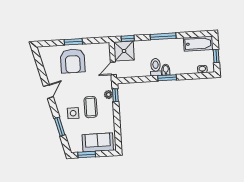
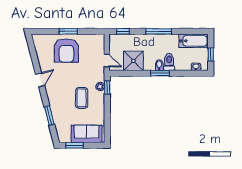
shower: (124, 51) -> (133, 61), moved
toilet: (156, 67) -> (169, 62), moved
door: (113, 68) -> (107, 61), swing flipped
side table: (73, 113) -> (64, 103), removed

